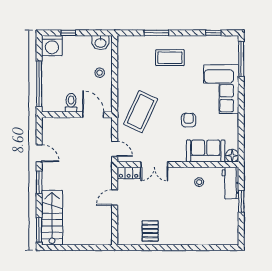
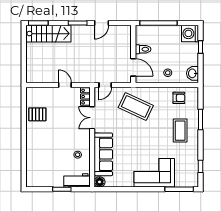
door: (93, 115) -> (133, 67), hinge flipped
armchair: (189, 120) -> (179, 98), moved
sofa: (206, 151) -> (103, 154), width x1.36

